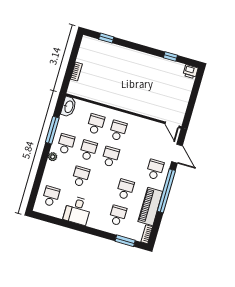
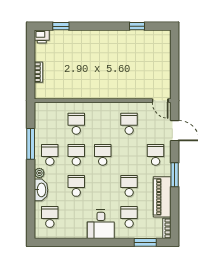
printer: (190, 72) -> (42, 36), moved
washbasin: (69, 107) -> (41, 190), moved
school desk: (118, 131) -> (129, 124), moved
window: (166, 191) -> (175, 175), width x0.47
desk: (77, 210) -> (101, 224), moved

